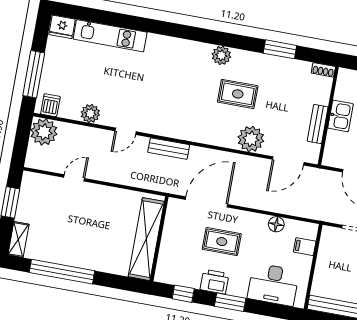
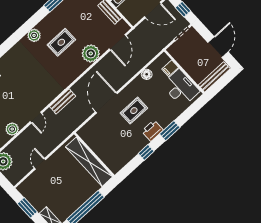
shelving: (146, 239) -> (89, 162), moved
wall: (159, 239) -> (94, 155), moved
desk: (273, 284) -> (181, 88), moved, turned -90

